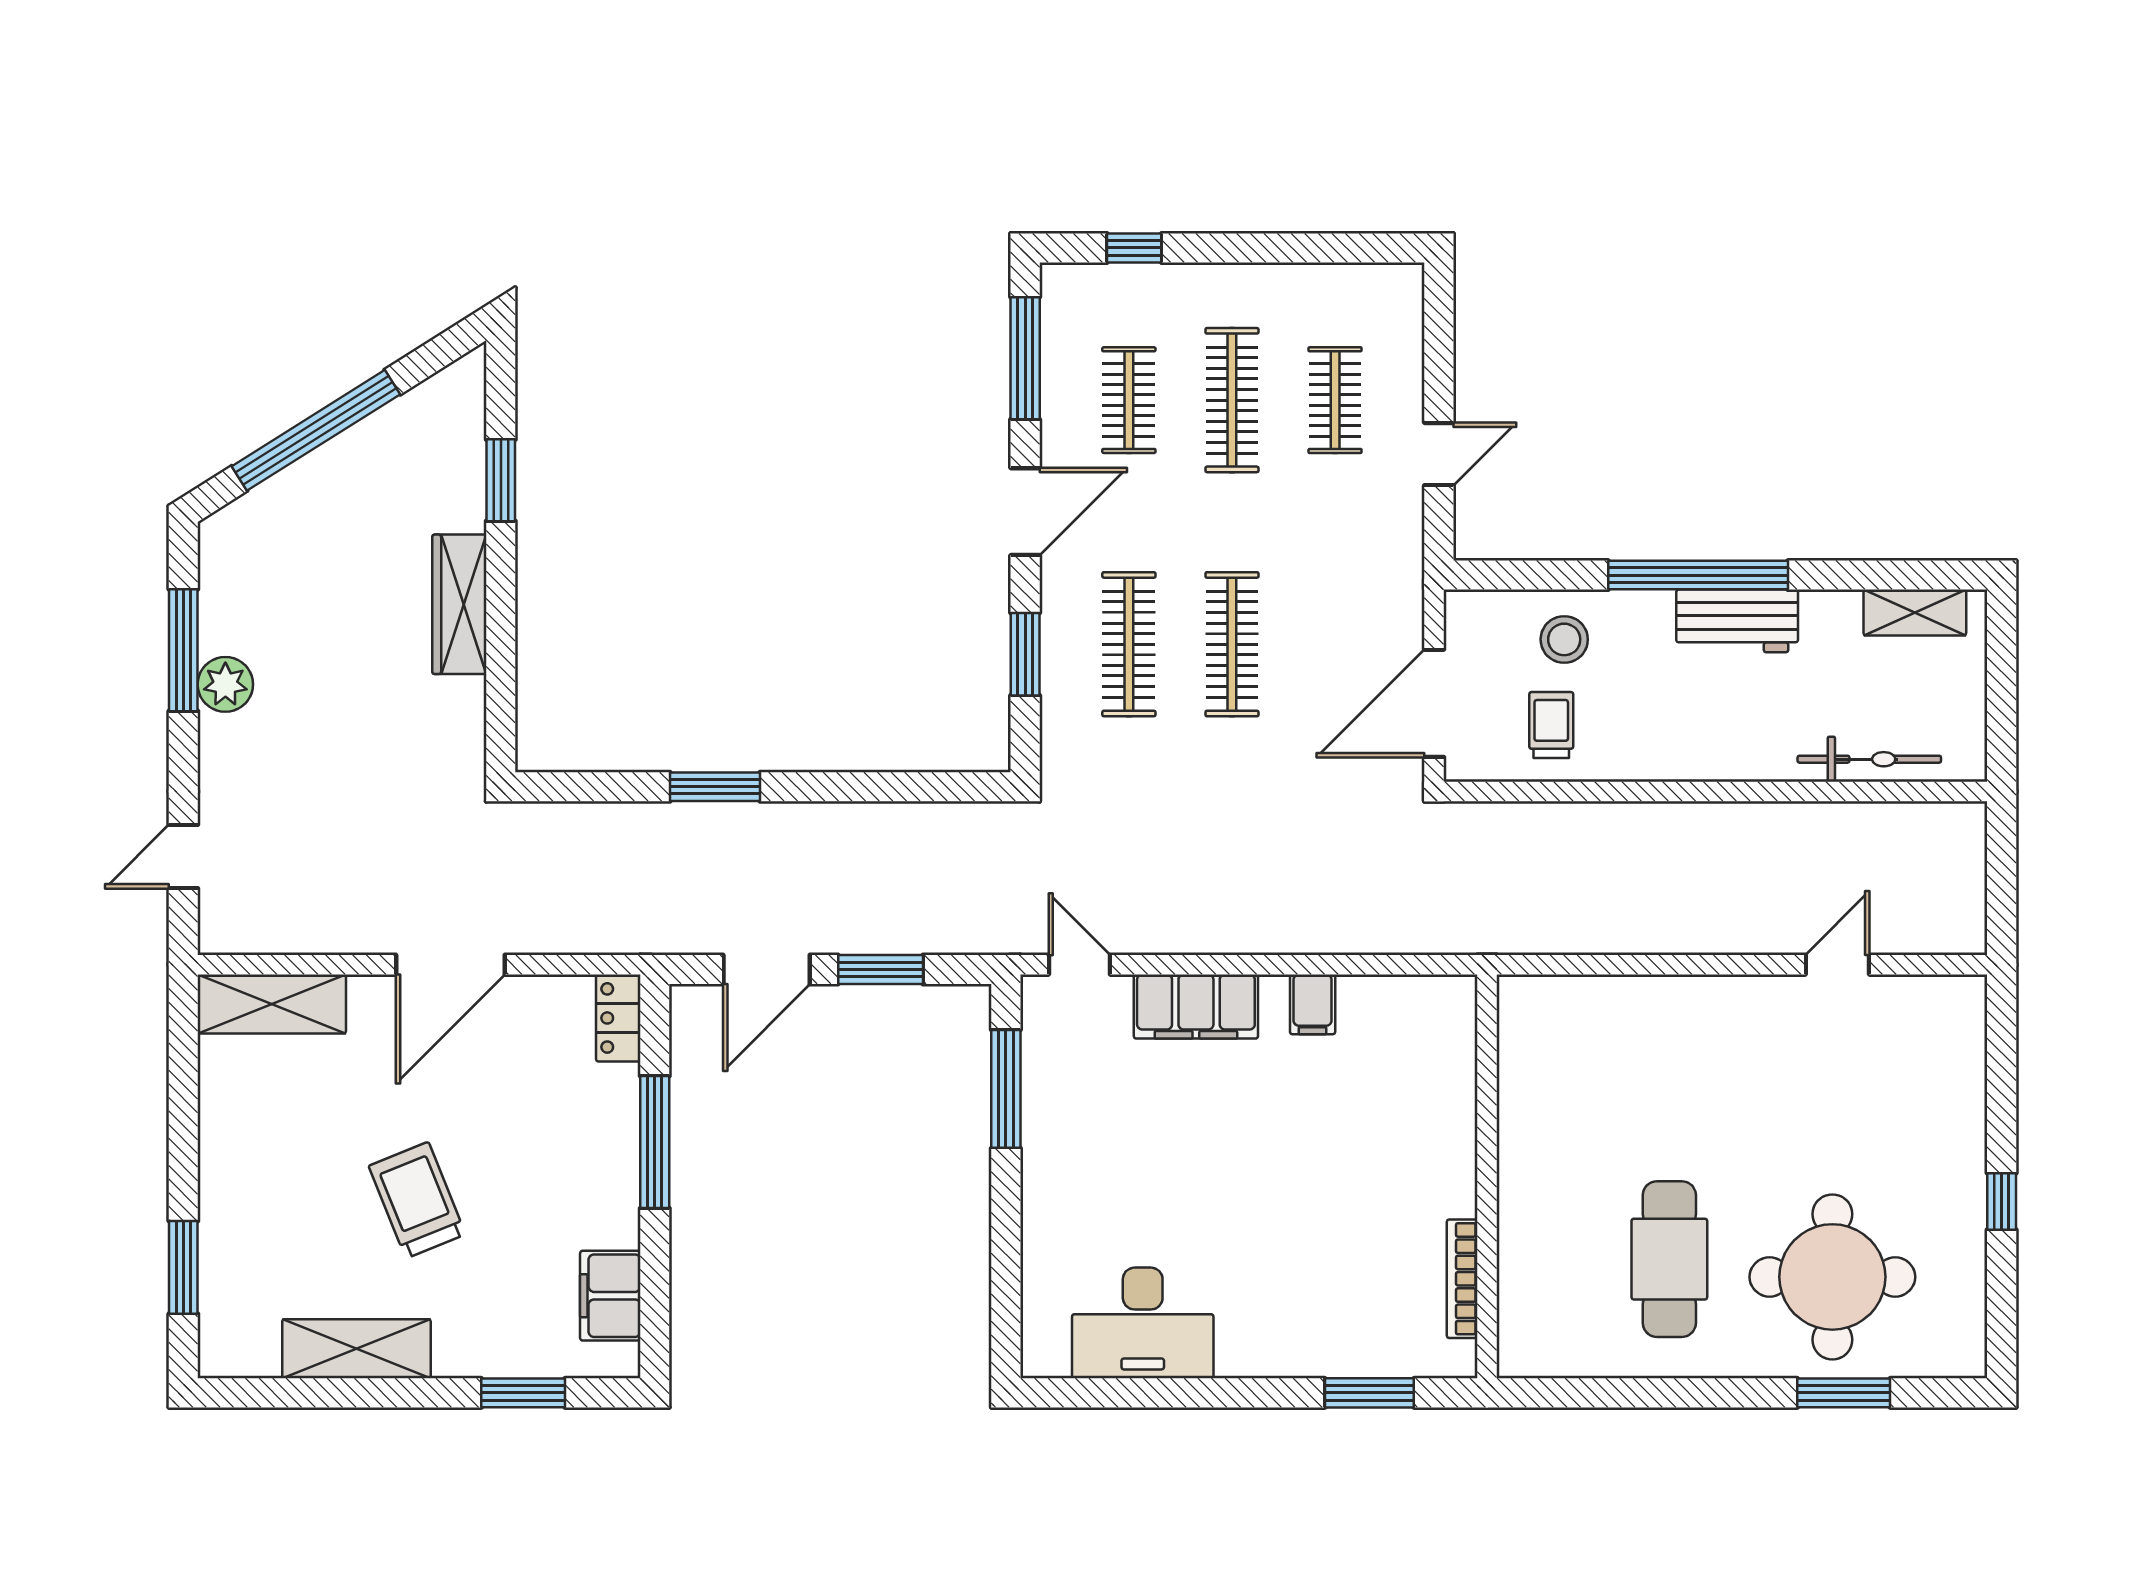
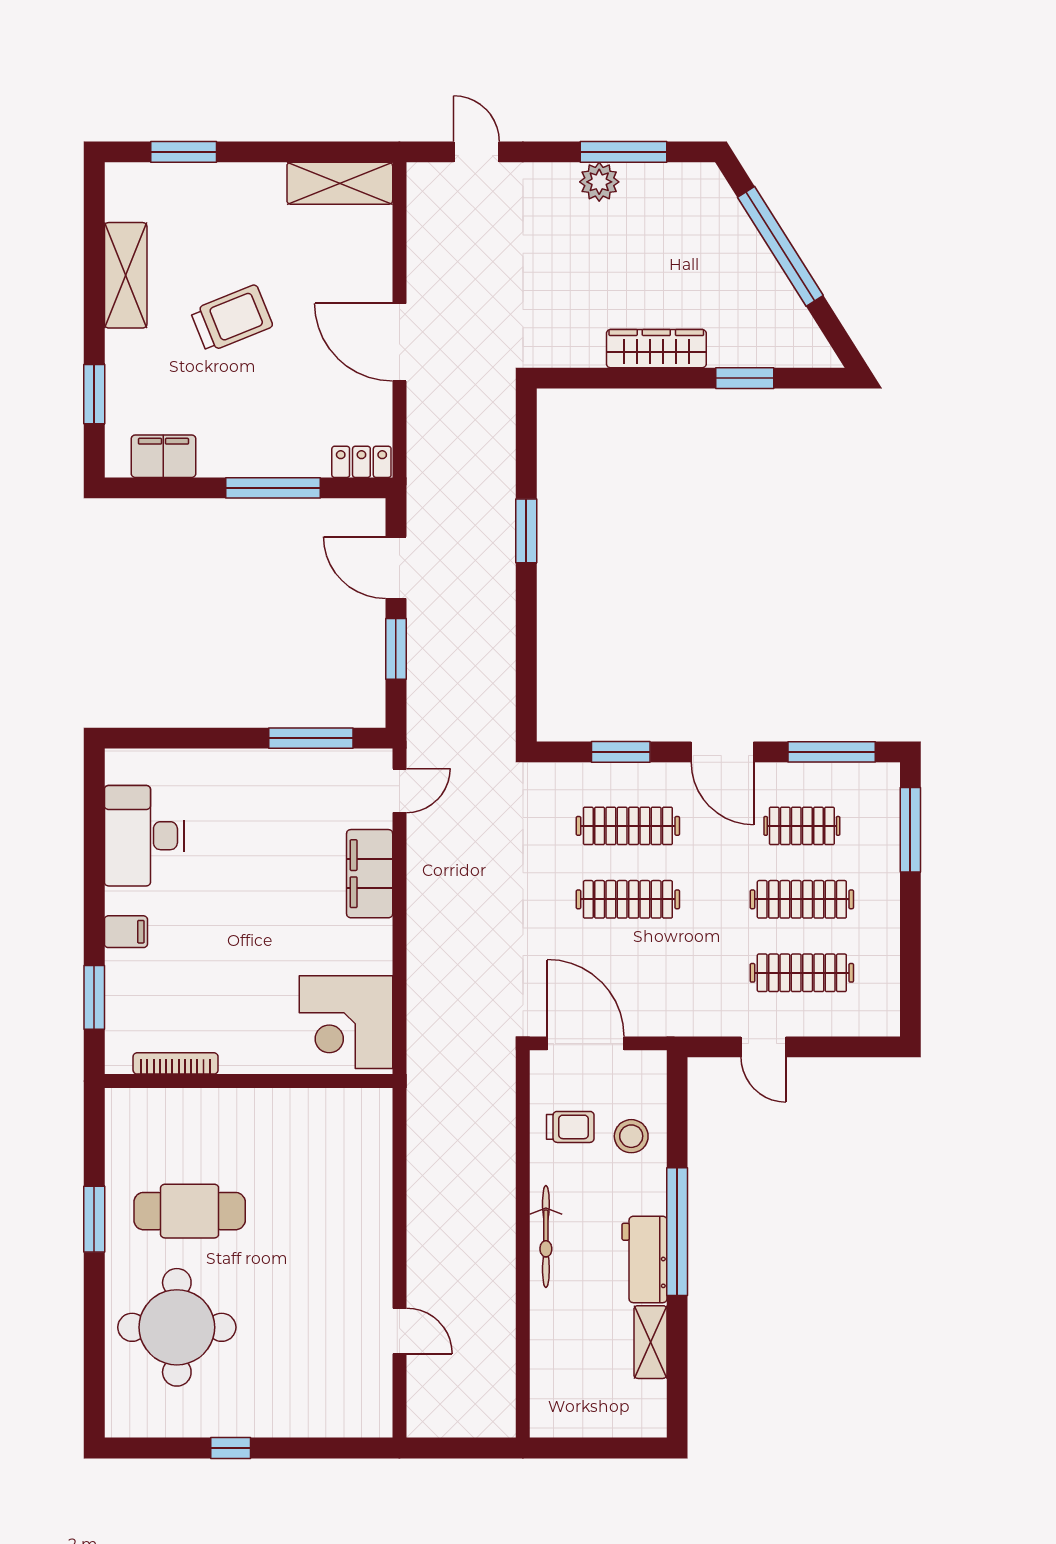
window: (1134, 248) -> (910, 830), width x2.17
clothes rail: (1335, 400) -> (802, 973), width x1.36
shelving: (1915, 613) -> (650, 1342), moved
bicycle: (1869, 759) -> (546, 1237), moved
shelving: (272, 1004) -> (340, 183), moved, turned 90
filing cabinet: (1313, 1004) -> (126, 932), moved, turned 180
corner desk: (1404, 1040) -> (346, 1022), added
window: (1844, 1393) -> (94, 1219), moved

